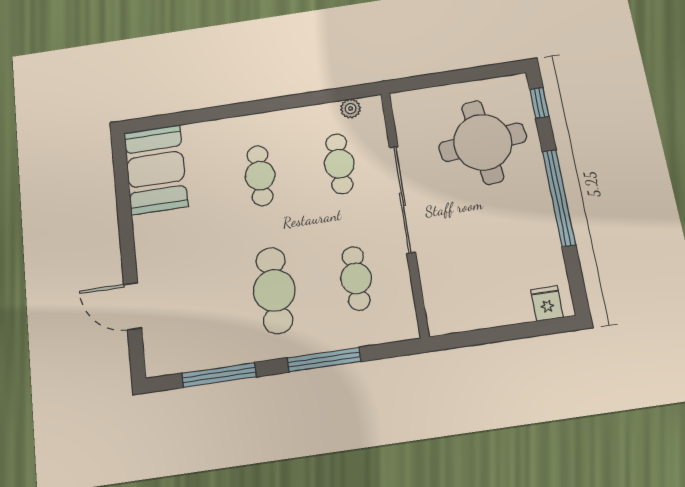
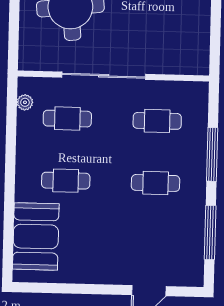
booth: (156, 169) -> (36, 236), moved, turned 90
cafe table: (274, 290) -> (156, 183), width x0.73, depth x0.74

